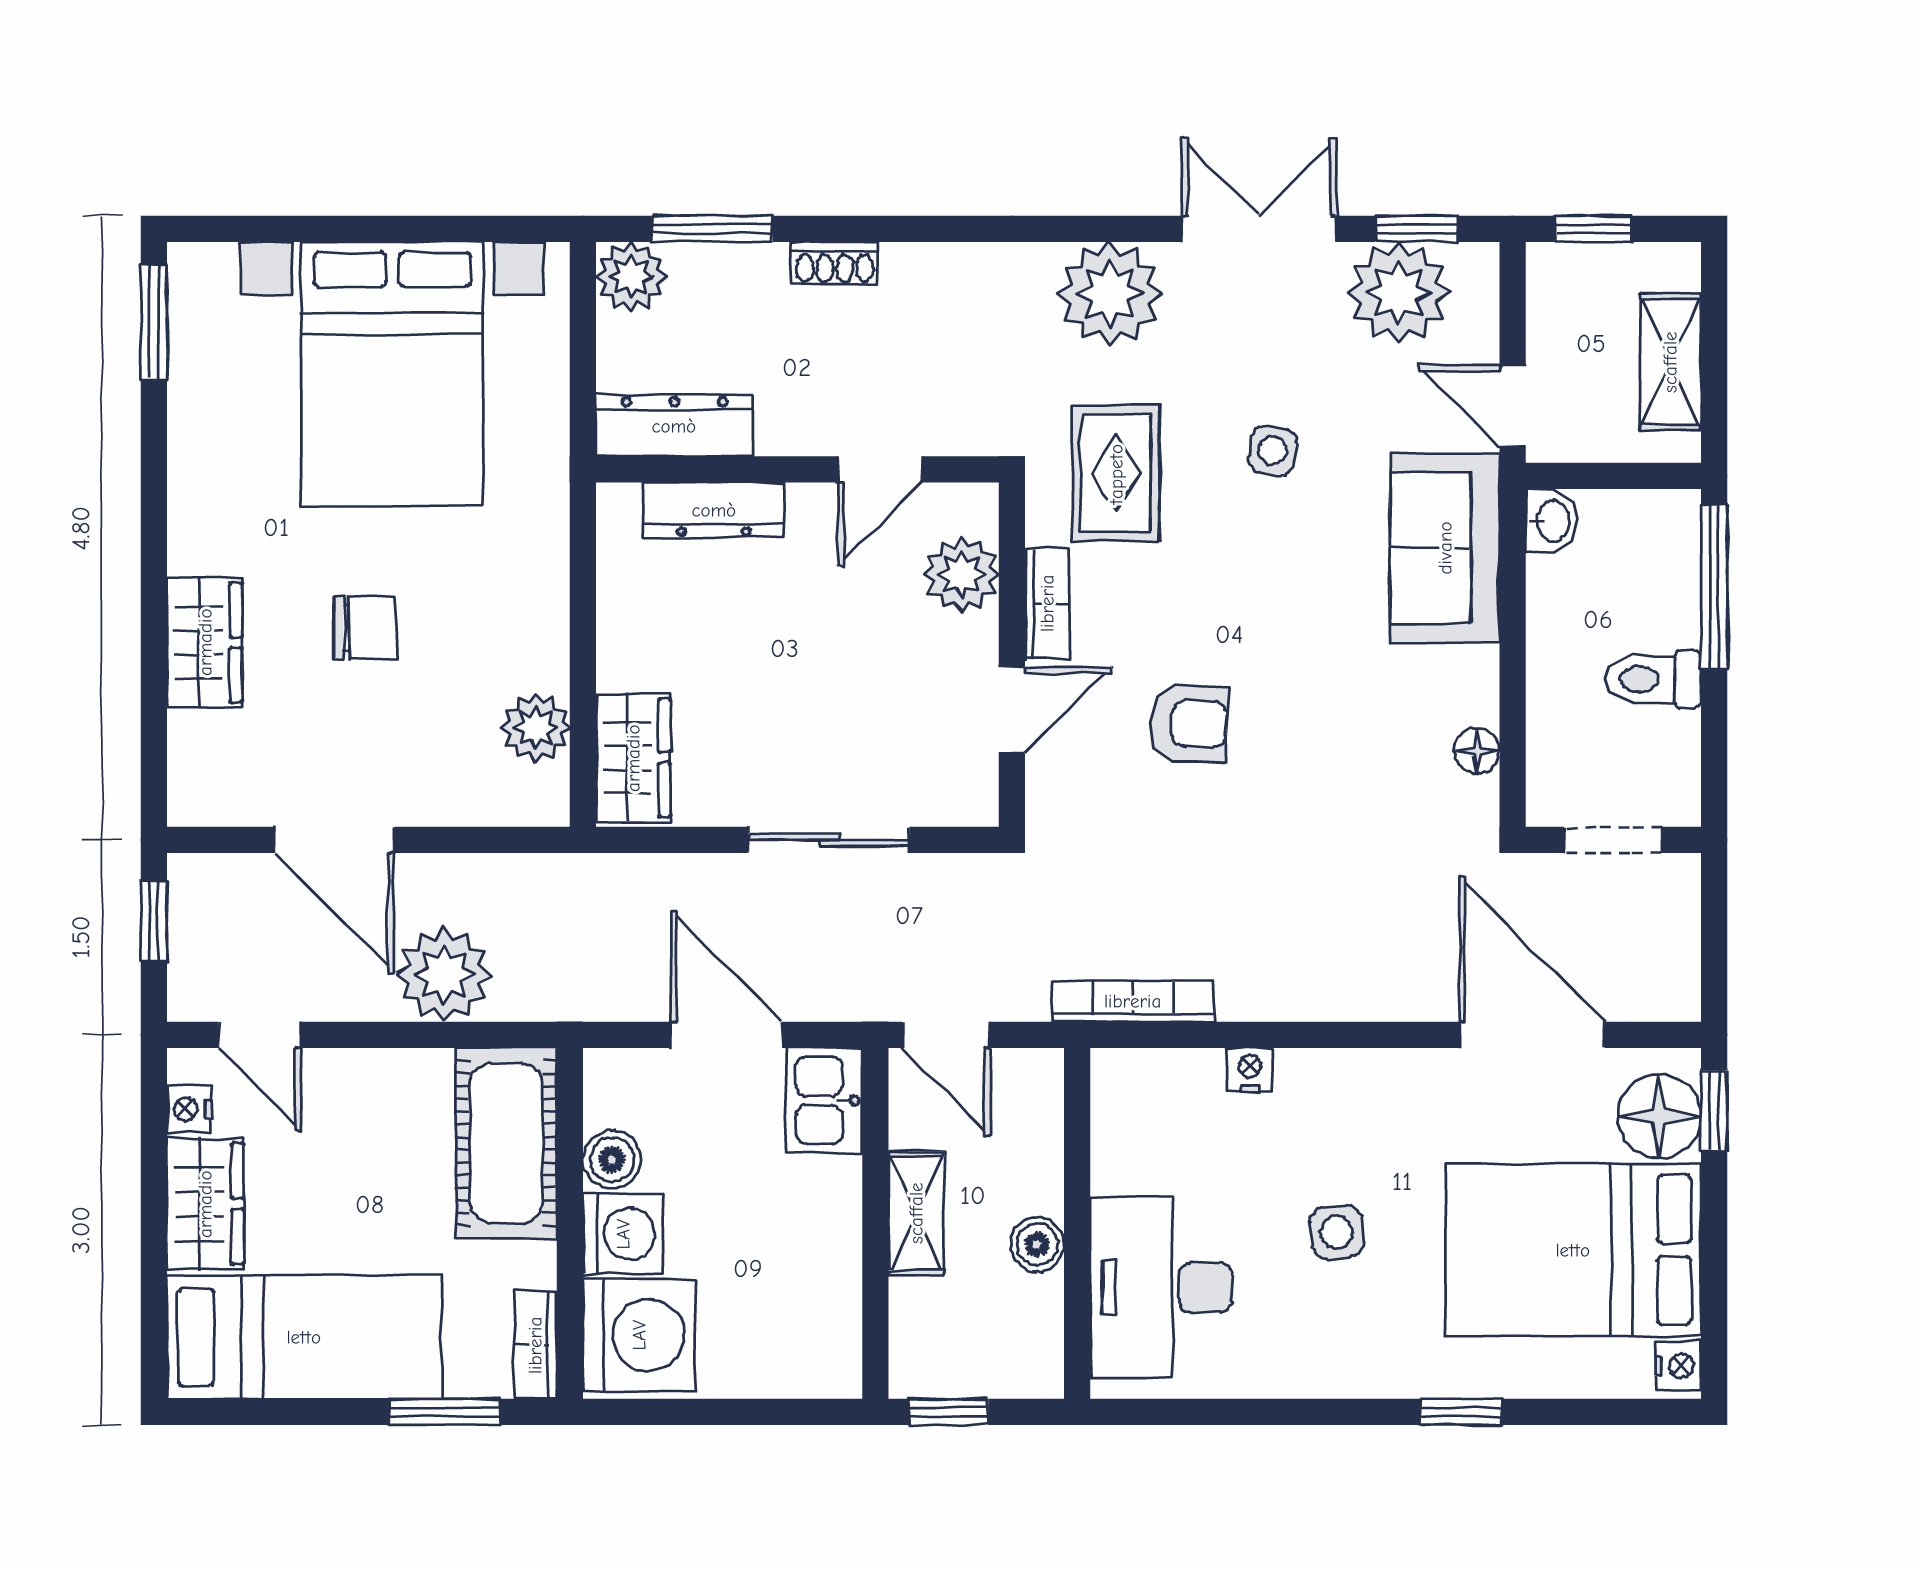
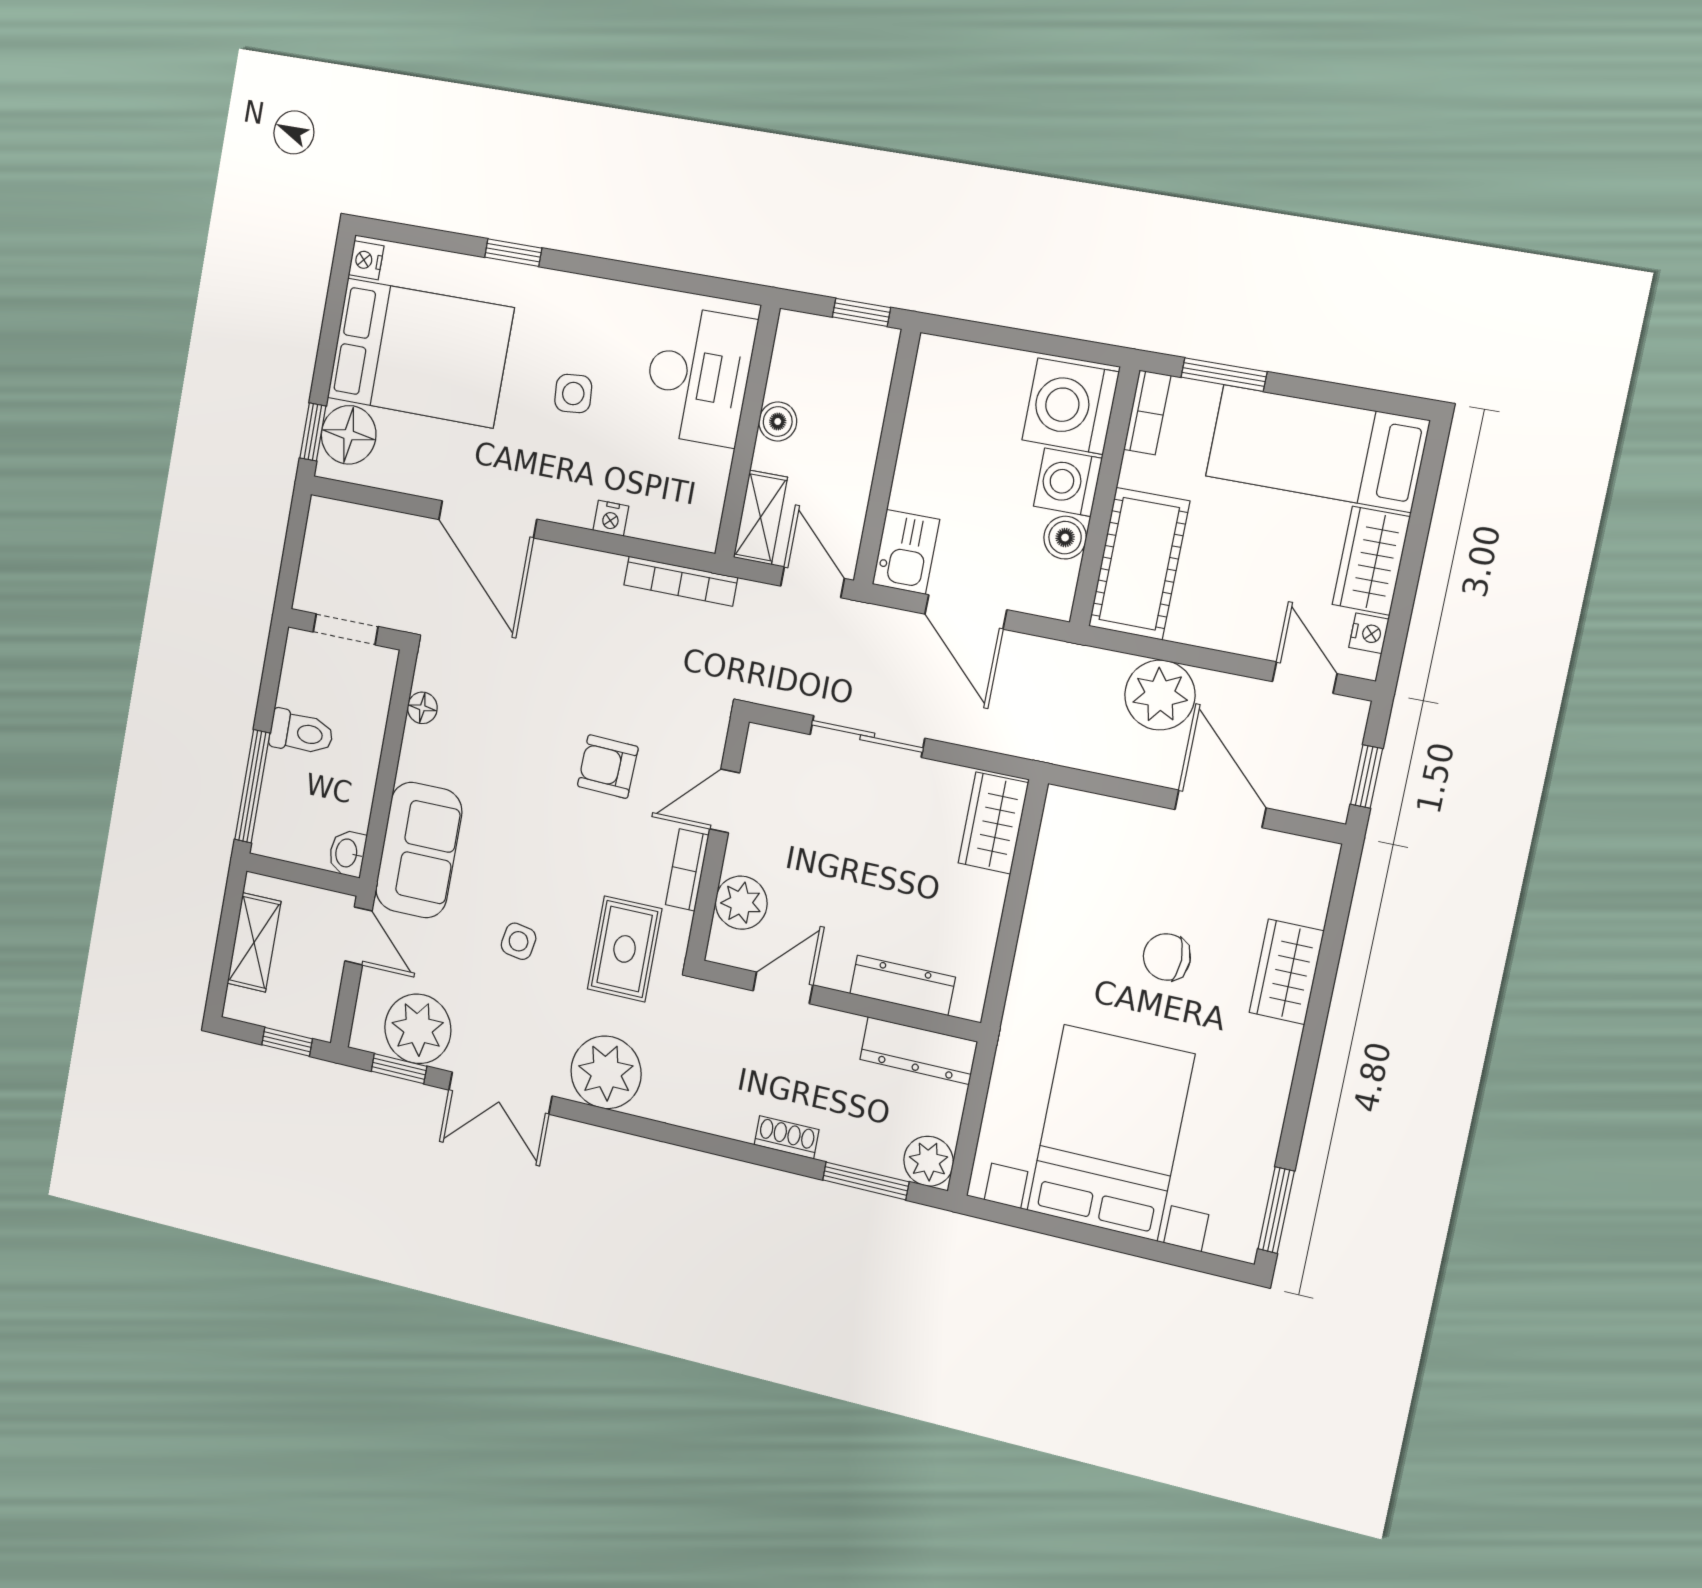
plant: (536, 728) -> (1058, 859), removed
door: (1532, 1035) -> (488, 519), moved
shelving: (916, 1213) -> (760, 517), moved

